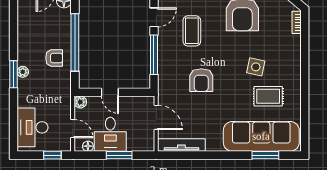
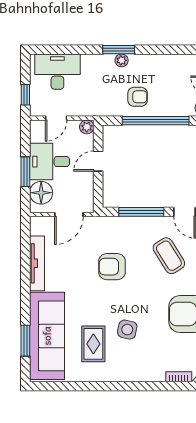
coffee table: (192, 31) -> (169, 256), turned 58
armchair: (54, 58) -> (138, 97), turned -90
tv unit: (181, 145) -> (37, 263), moved
floor lamp: (88, 146) -> (41, 193), moved, width x1.89, depth x1.89

